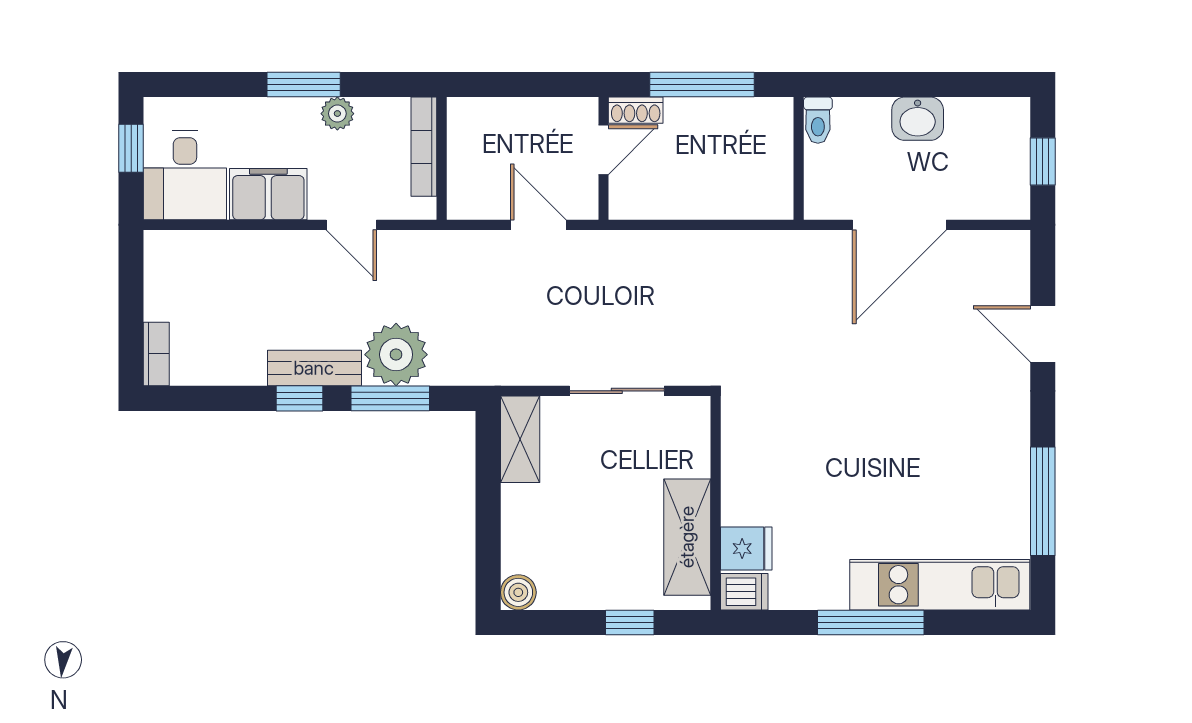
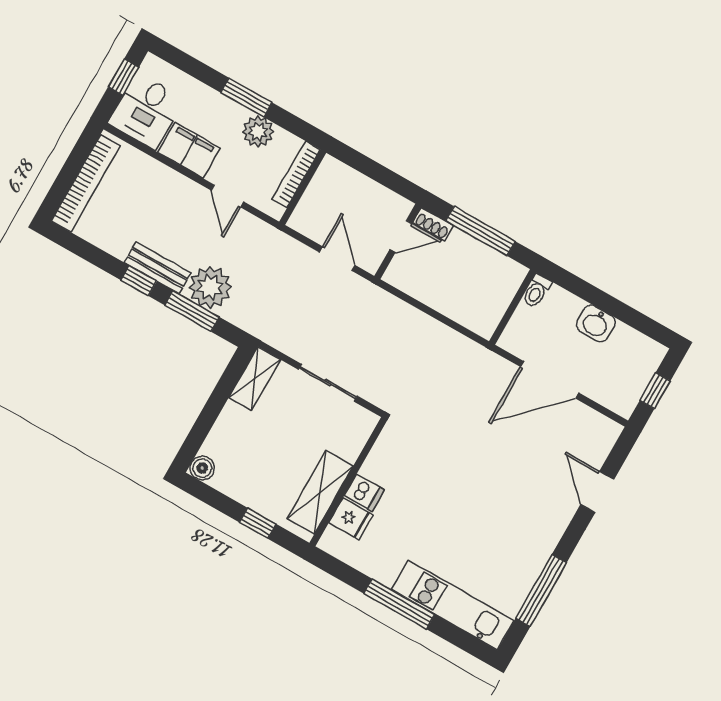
plant: (337, 114) -> (258, 132), width x1.38, depth x1.38
bookcase: (156, 354) -> (86, 183), width x2.31, depth x1.31
dishwasher: (744, 592) -> (364, 493), moved

